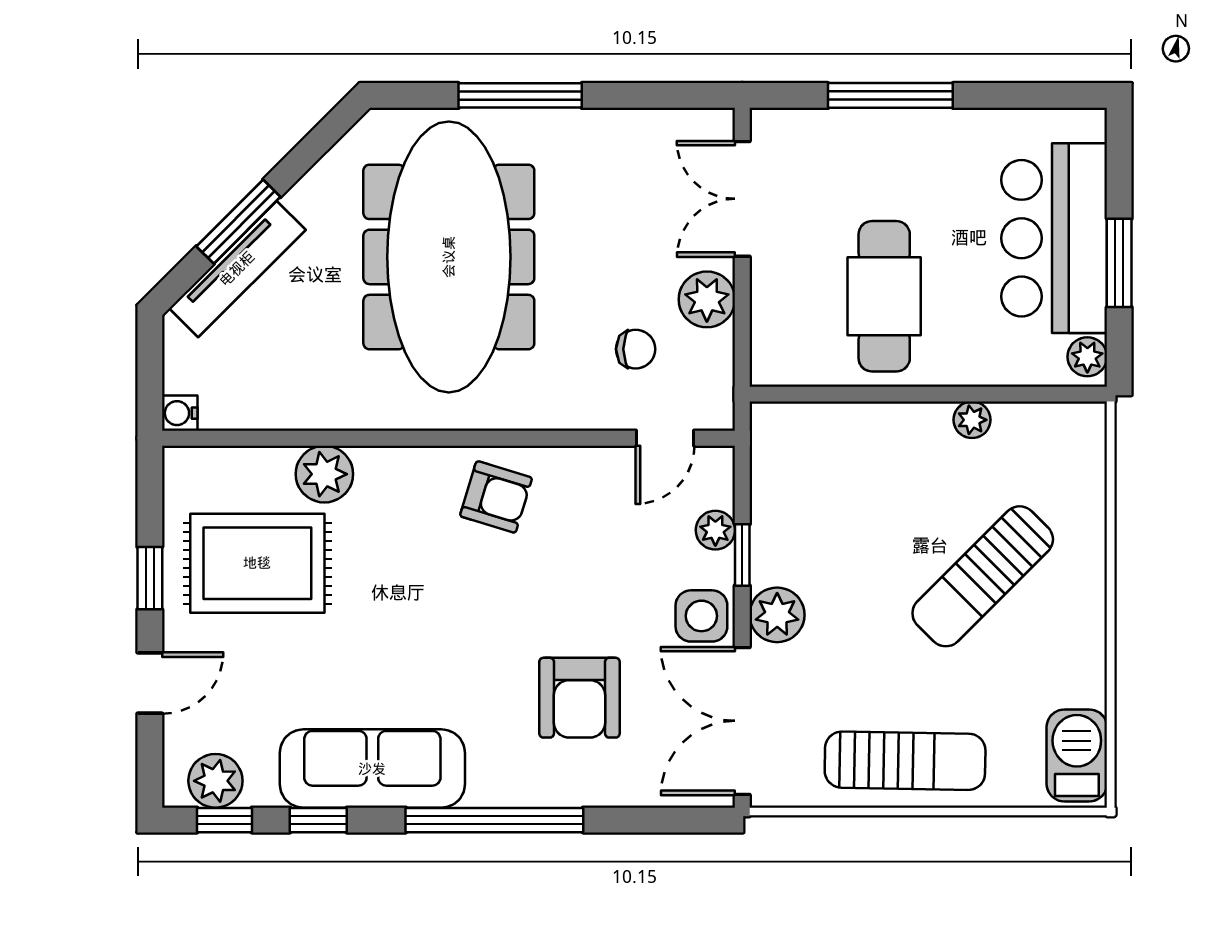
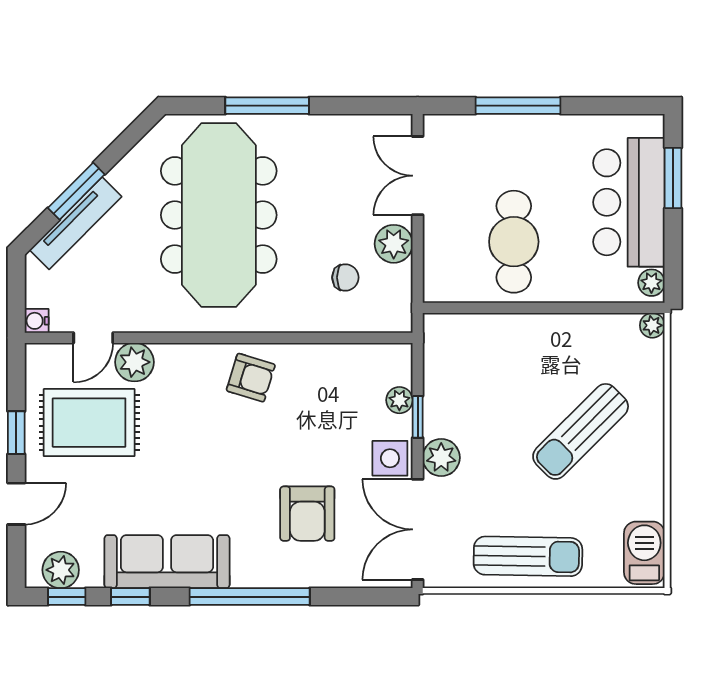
window: (1119, 263) -> (673, 178), moved
plant: (972, 420) -> (652, 325), moved
door: (665, 438) -> (93, 338), moved

